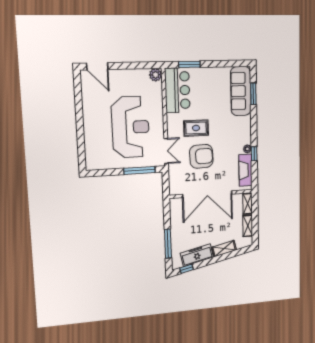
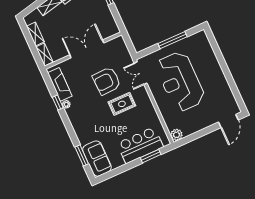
door: (97, 66) -> (228, 121), swing flipped
bar counter: (177, 90) -> (140, 145), moved, turned 90
sofa: (241, 91) -> (97, 159), width x0.73
window: (140, 170) -> (172, 40), moved
double door: (207, 194) -> (87, 49), width x0.73

